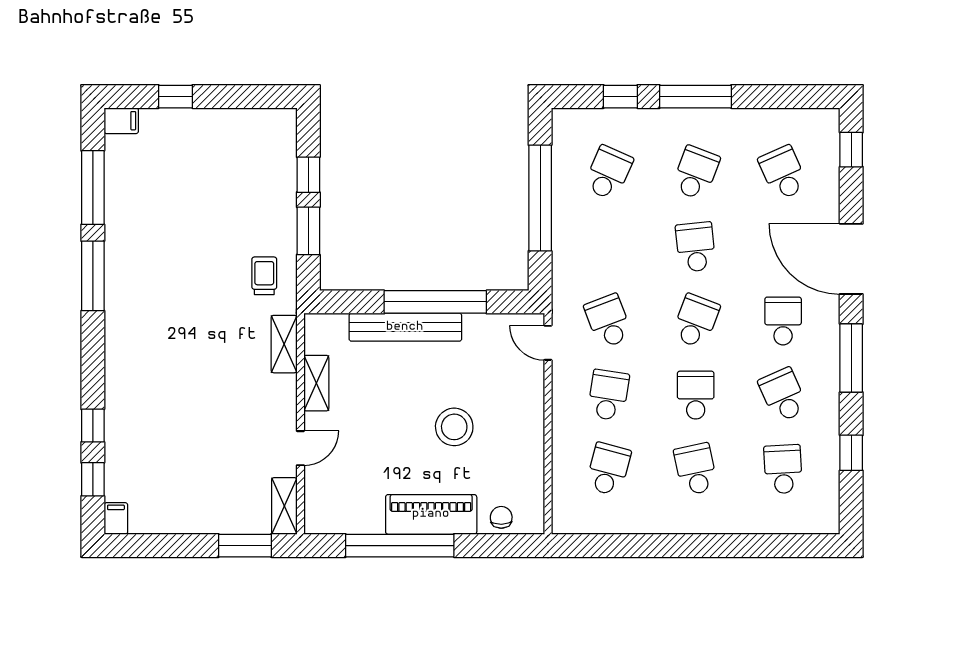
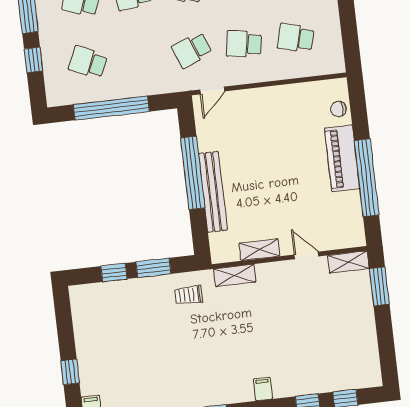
stool: (454, 427) -> (279, 149), removed
filing cabinet: (116, 518) -> (263, 389), moved, turned 90

